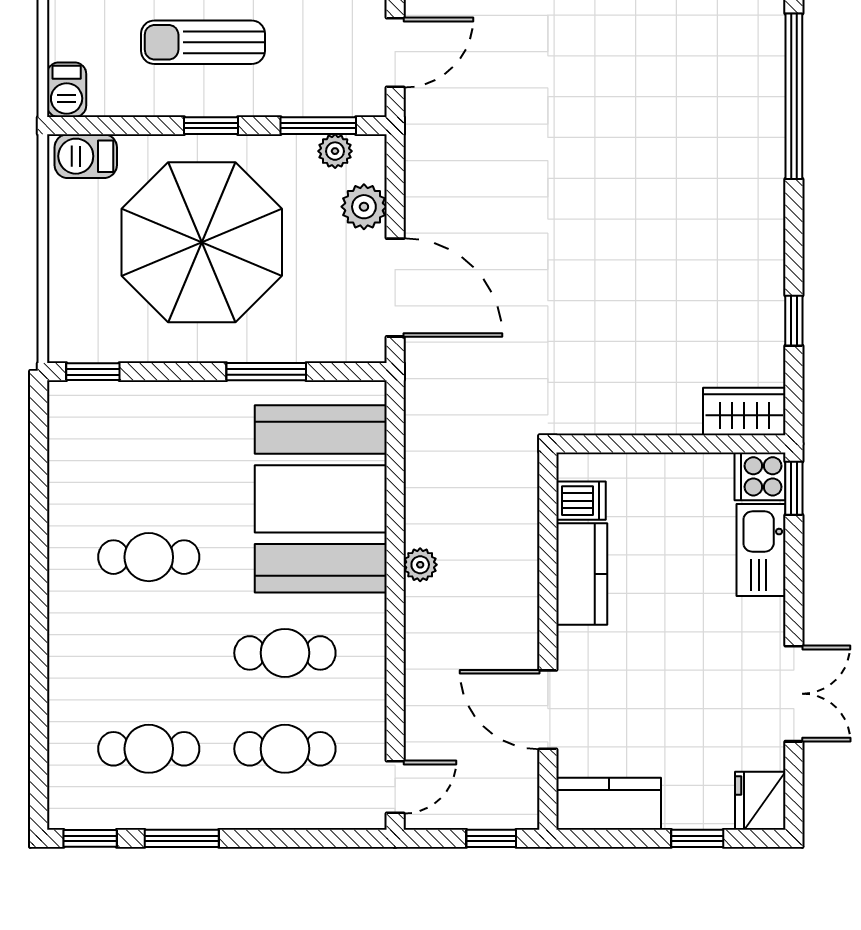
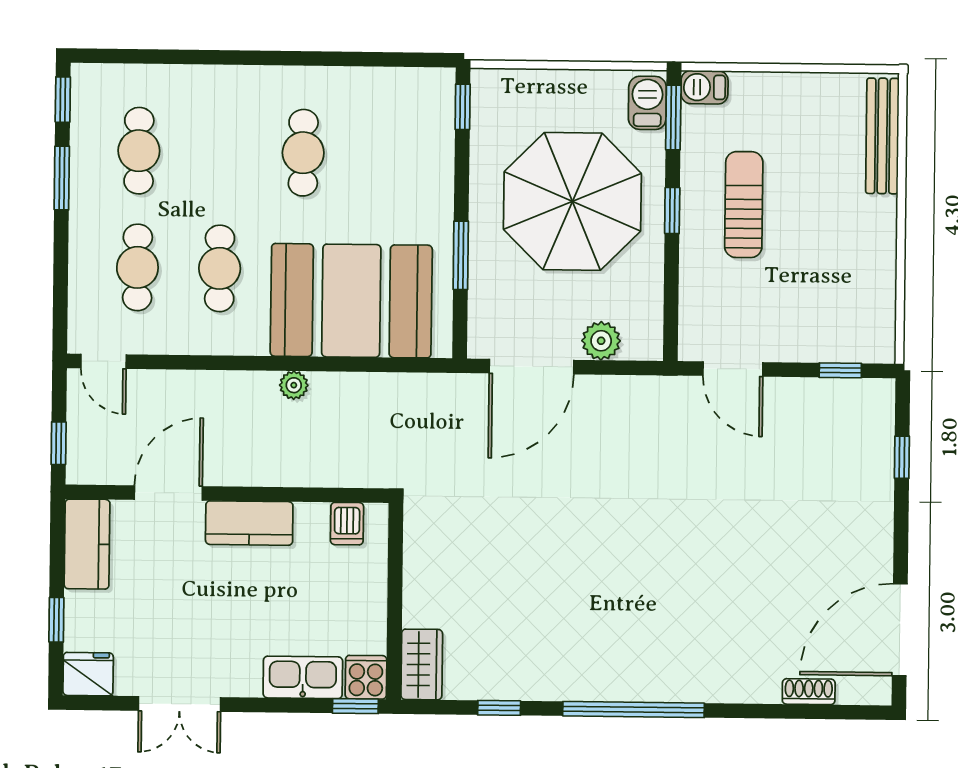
window: (794, 96) -> (634, 710), moved
window: (318, 126) -> (673, 117), moved
plant: (335, 151) -> (649, 317), removed
kitchen counter: (582, 574) -> (249, 523), moved

